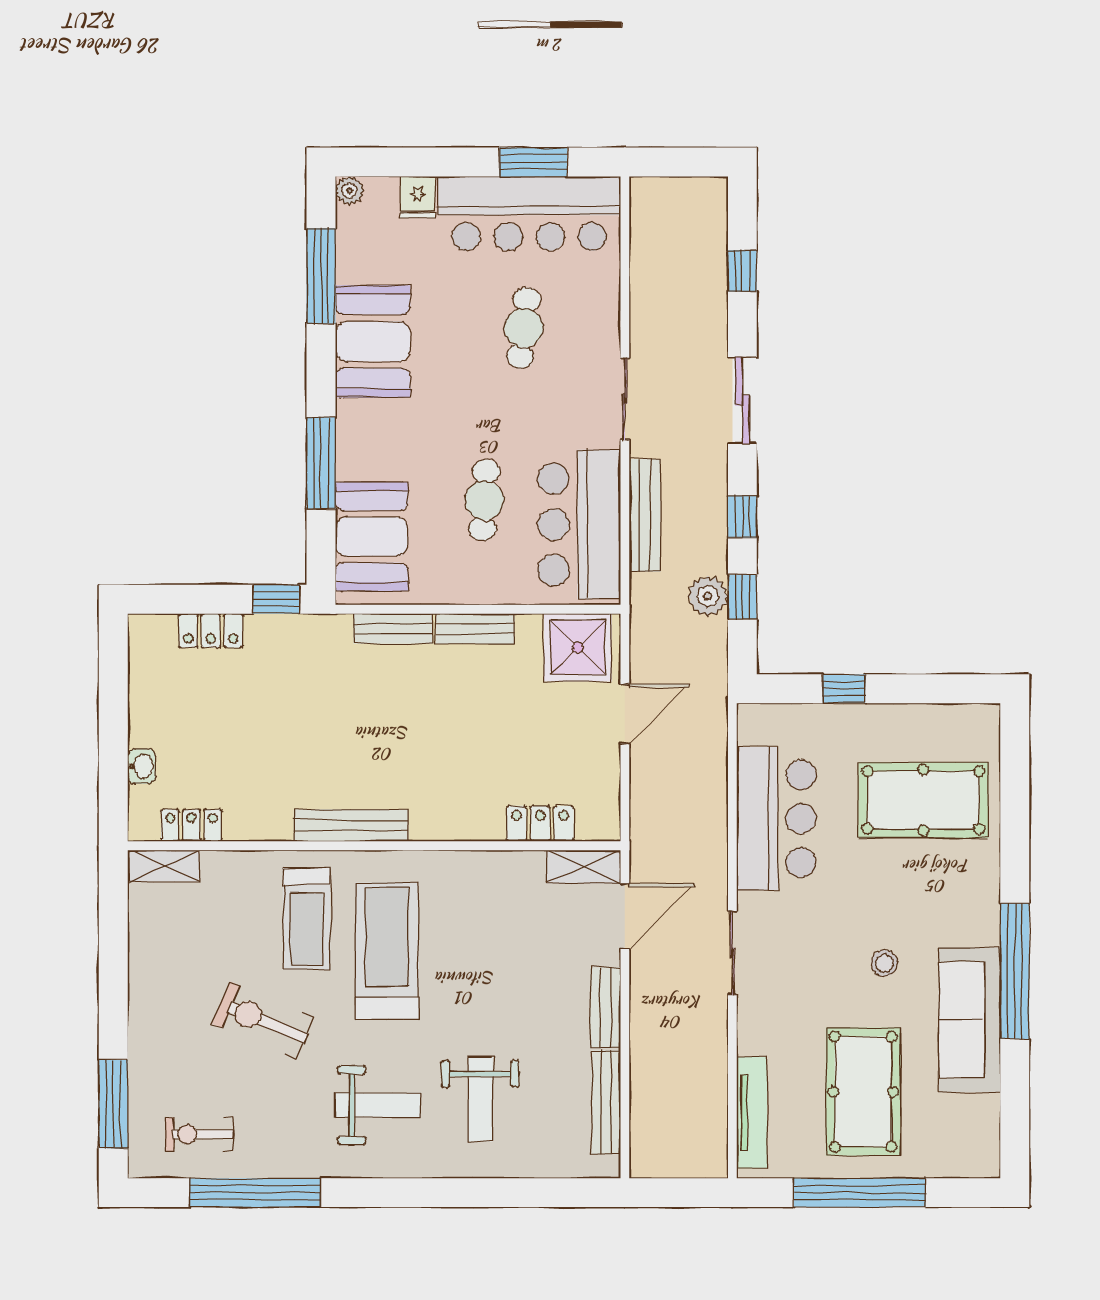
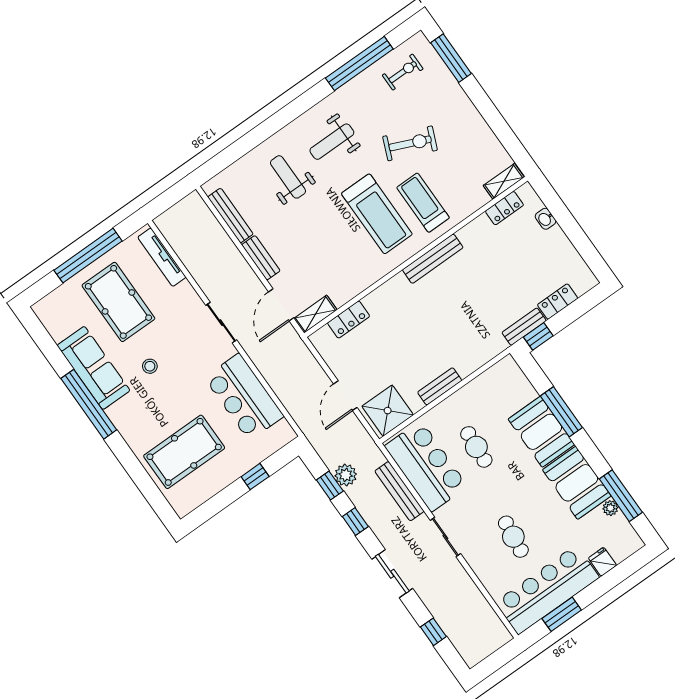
plant: (349, 191) -> (610, 508), moved
booth: (372, 537) -> (541, 432), moved
bench: (393, 629) -> (524, 327), moved

